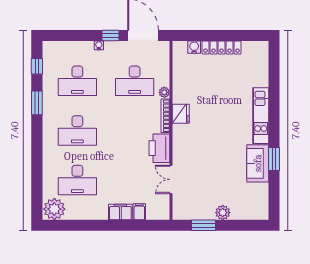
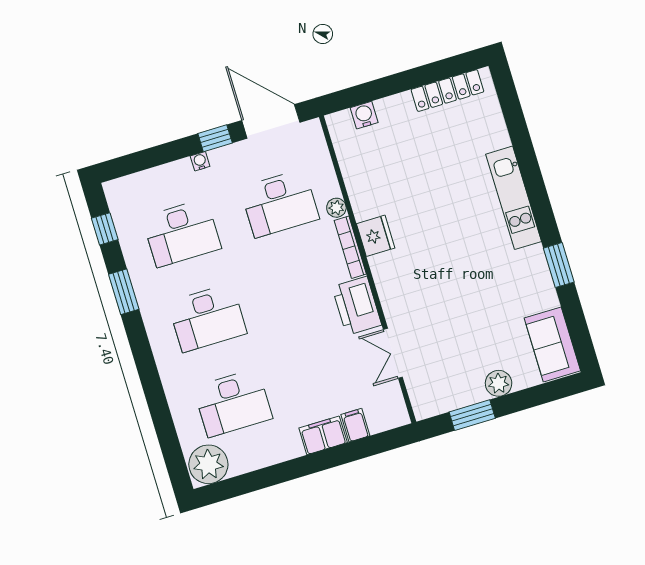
locker: (221, 48) -> (447, 91), moved
sofa: (258, 163) -> (552, 344), moved

